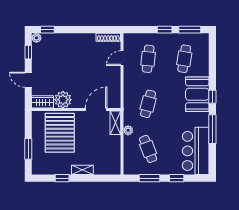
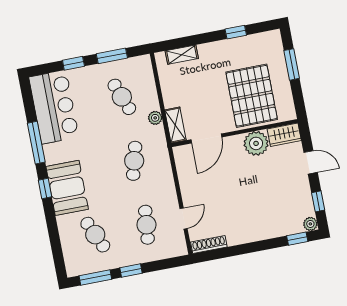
cafe table: (184, 59) -> (95, 235), turned -33
shelving: (82, 170) -> (182, 55), moved

